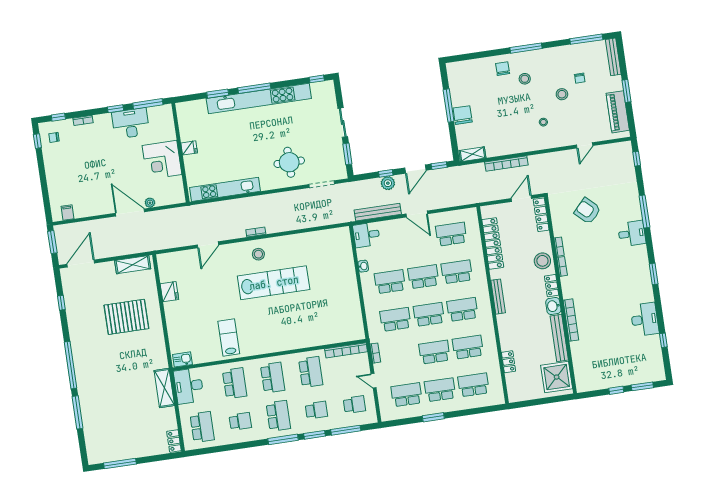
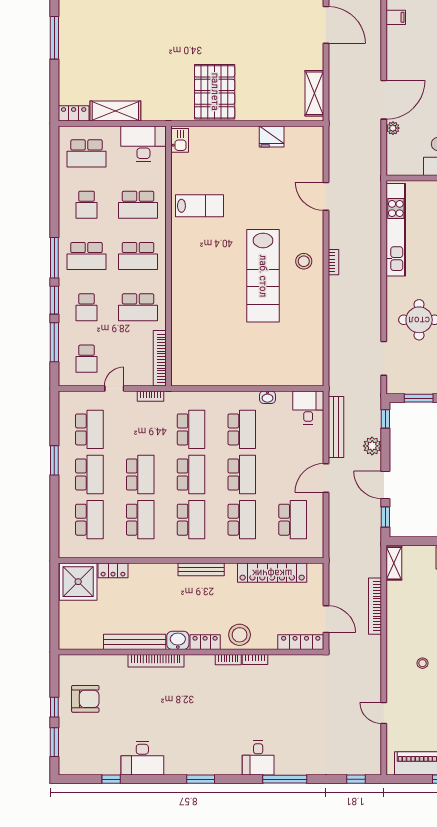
window: (386, 173) -> (385, 419), moved
armchair: (588, 211) -> (85, 699), moved, turned 47
pallet: (126, 317) -> (215, 92), moved
shower: (557, 377) -> (78, 582), moved
shelving: (164, 388) -> (115, 111), moved

